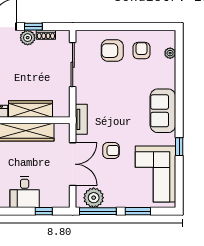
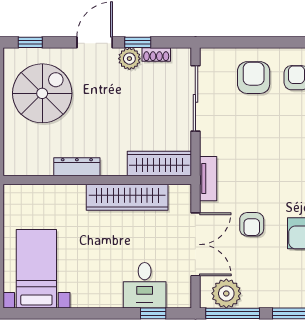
armchair: (112, 51) -> (254, 78), turned 90
wardrobe: (31, 109) -> (159, 163), moved
armchair: (111, 150) -> (252, 224), turned 90
desk: (25, 192) -> (145, 285), moved

